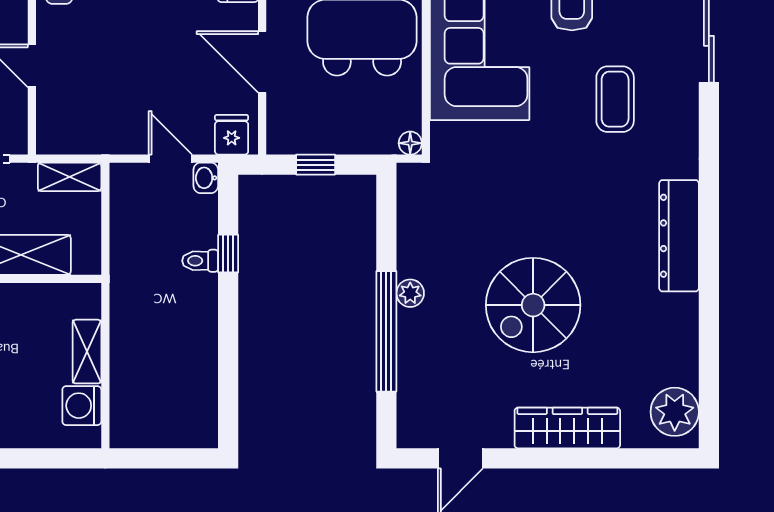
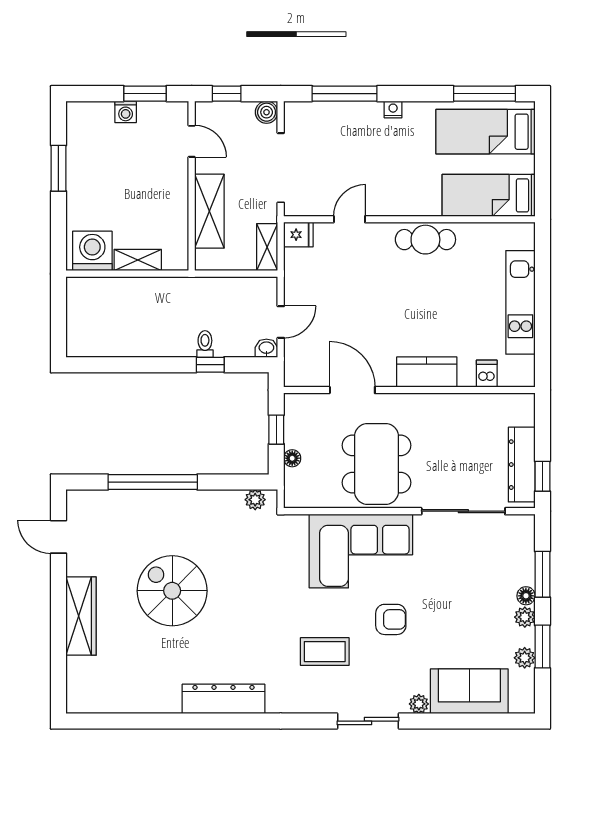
door: (262, 62) -> (352, 390), hinge flipped
fridge: (232, 135) -> (298, 235), moved
floor lamp: (410, 143) -> (292, 458), moved
plant: (410, 293) -> (255, 500), moved
washing machine: (82, 406) -> (92, 251), width x1.37, depth x1.37
plant: (675, 412) -> (93, 696), removed

